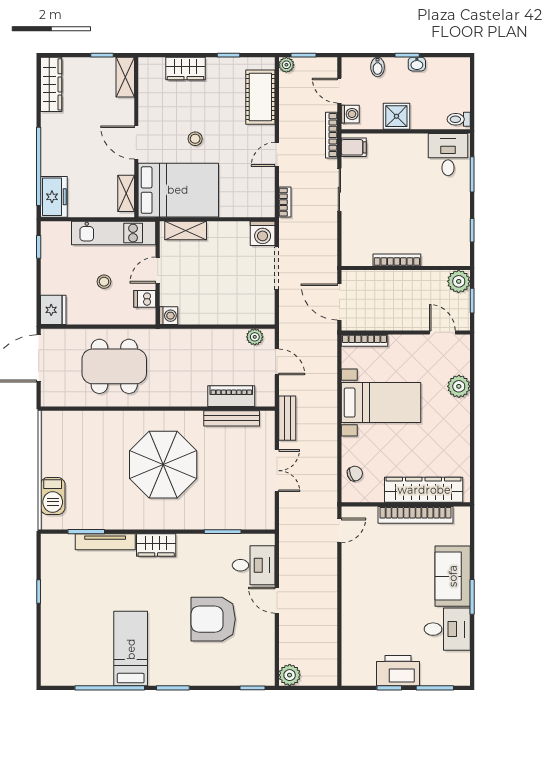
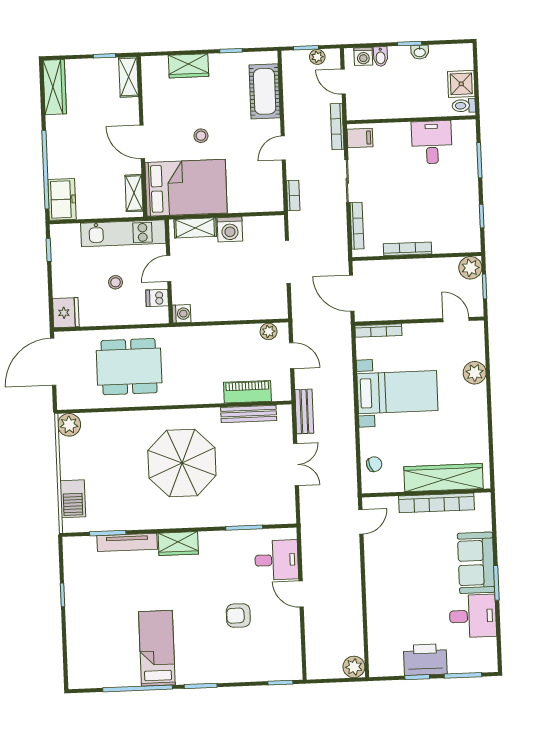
plant: (286, 65) -> (317, 57), moved
washing machine: (350, 114) -> (363, 56), moved, turned 90
shower: (396, 116) -> (461, 84), moved
desk: (448, 155) -> (432, 142), moved
washing machine: (263, 233) -> (230, 229), moved
bookcase: (347, 235) -> (357, 226), added
plant: (52, 422) -> (69, 425), added
armchair: (213, 619) -> (238, 616), width x0.53, depth x0.53
plant: (290, 675) -> (354, 667), moved

